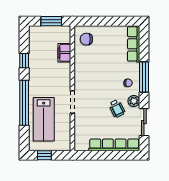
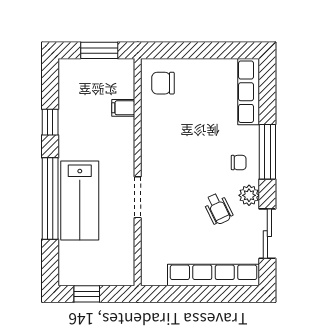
filing cabinet: (64, 53) -> (123, 108), width x0.50
lab bench: (44, 119) -> (80, 200), moved

